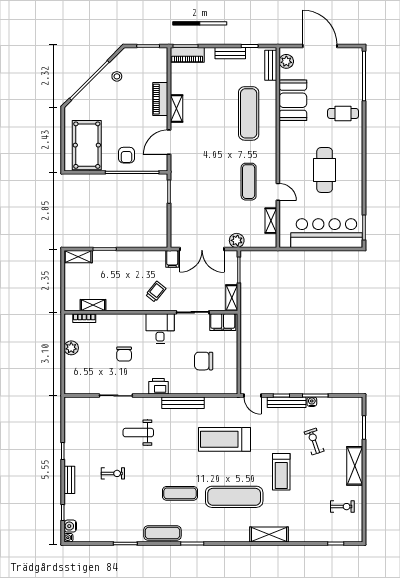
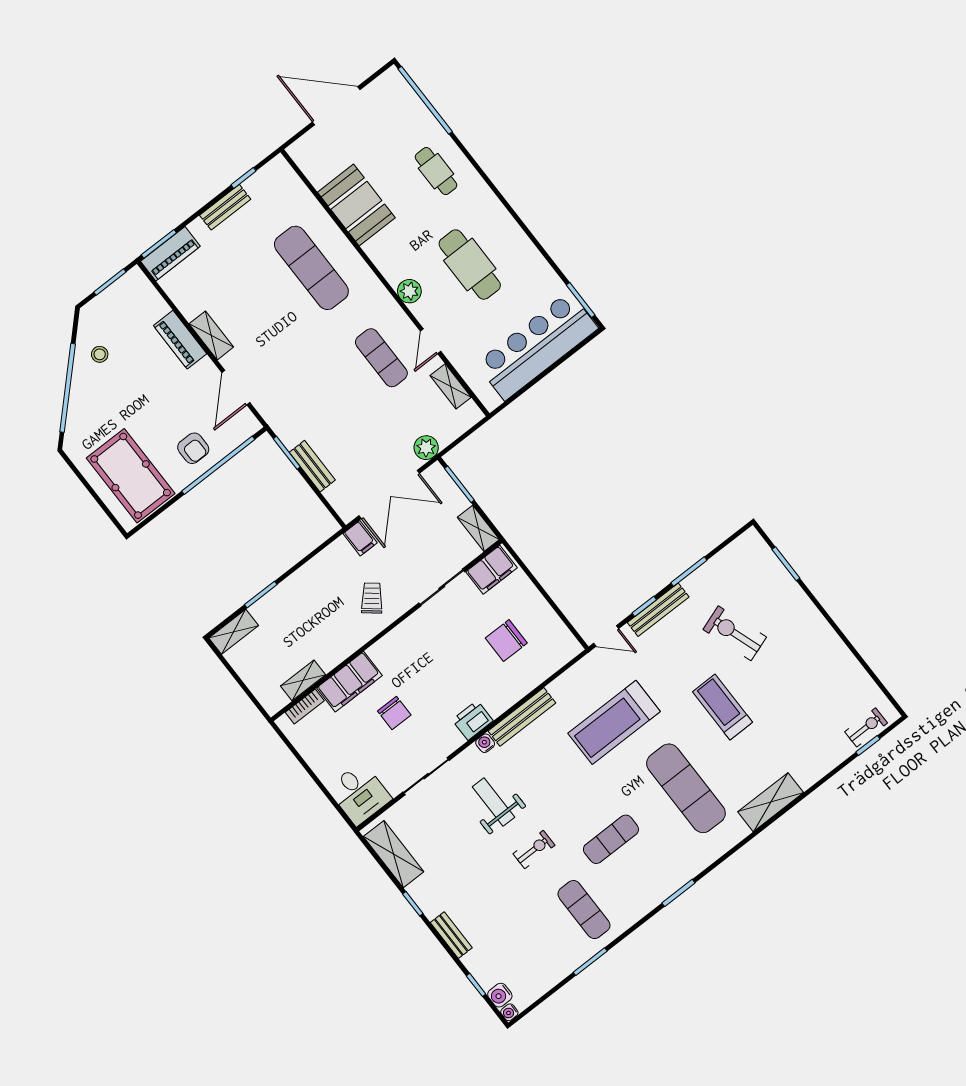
plant: (286, 61) -> (409, 291), moved
bench: (271, 65) -> (312, 466), moved
cafe table: (343, 113) -> (436, 171), turned 90
door: (278, 192) -> (431, 341), swing flipped
filing cabinet: (114, 323) -> (349, 682), added
desk: (160, 329) -> (359, 794), moved, turned 180
plant: (71, 348) -> (318, 759), removed
water cooler: (312, 402) -> (485, 743), moved
weight bench: (138, 433) -> (494, 802), turned 90
exercise bike: (314, 442) -> (735, 633), width x1.38, depth x1.39
shelving: (355, 466) -> (394, 854), moved
treadmill: (281, 472) -> (722, 707), turned 180
exercise bike: (113, 473) -> (534, 849), moved
exercise mat: (234, 497) -> (686, 788), turned 90
exercise bike: (342, 507) -> (866, 727), moved
exercise mat: (162, 533) -> (584, 910), moved, turned 90

